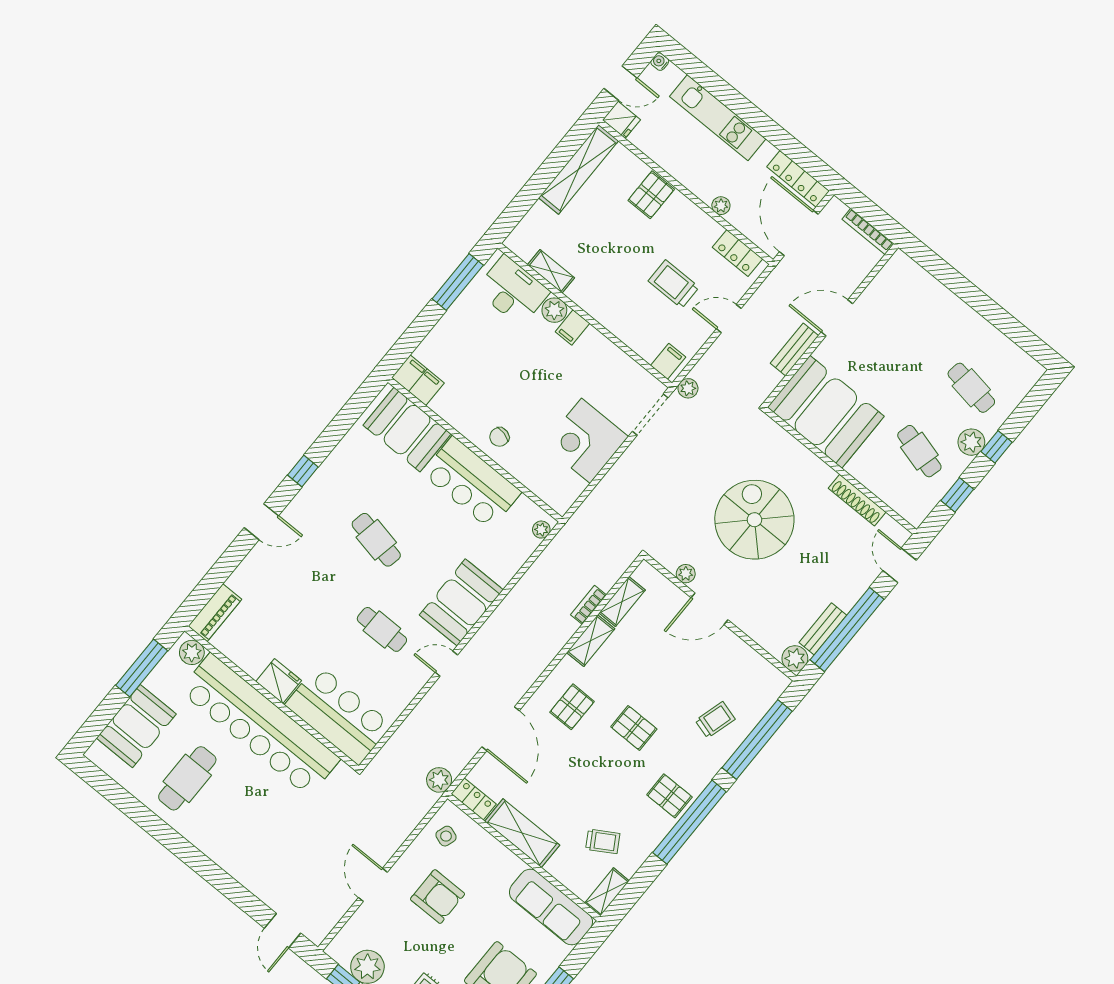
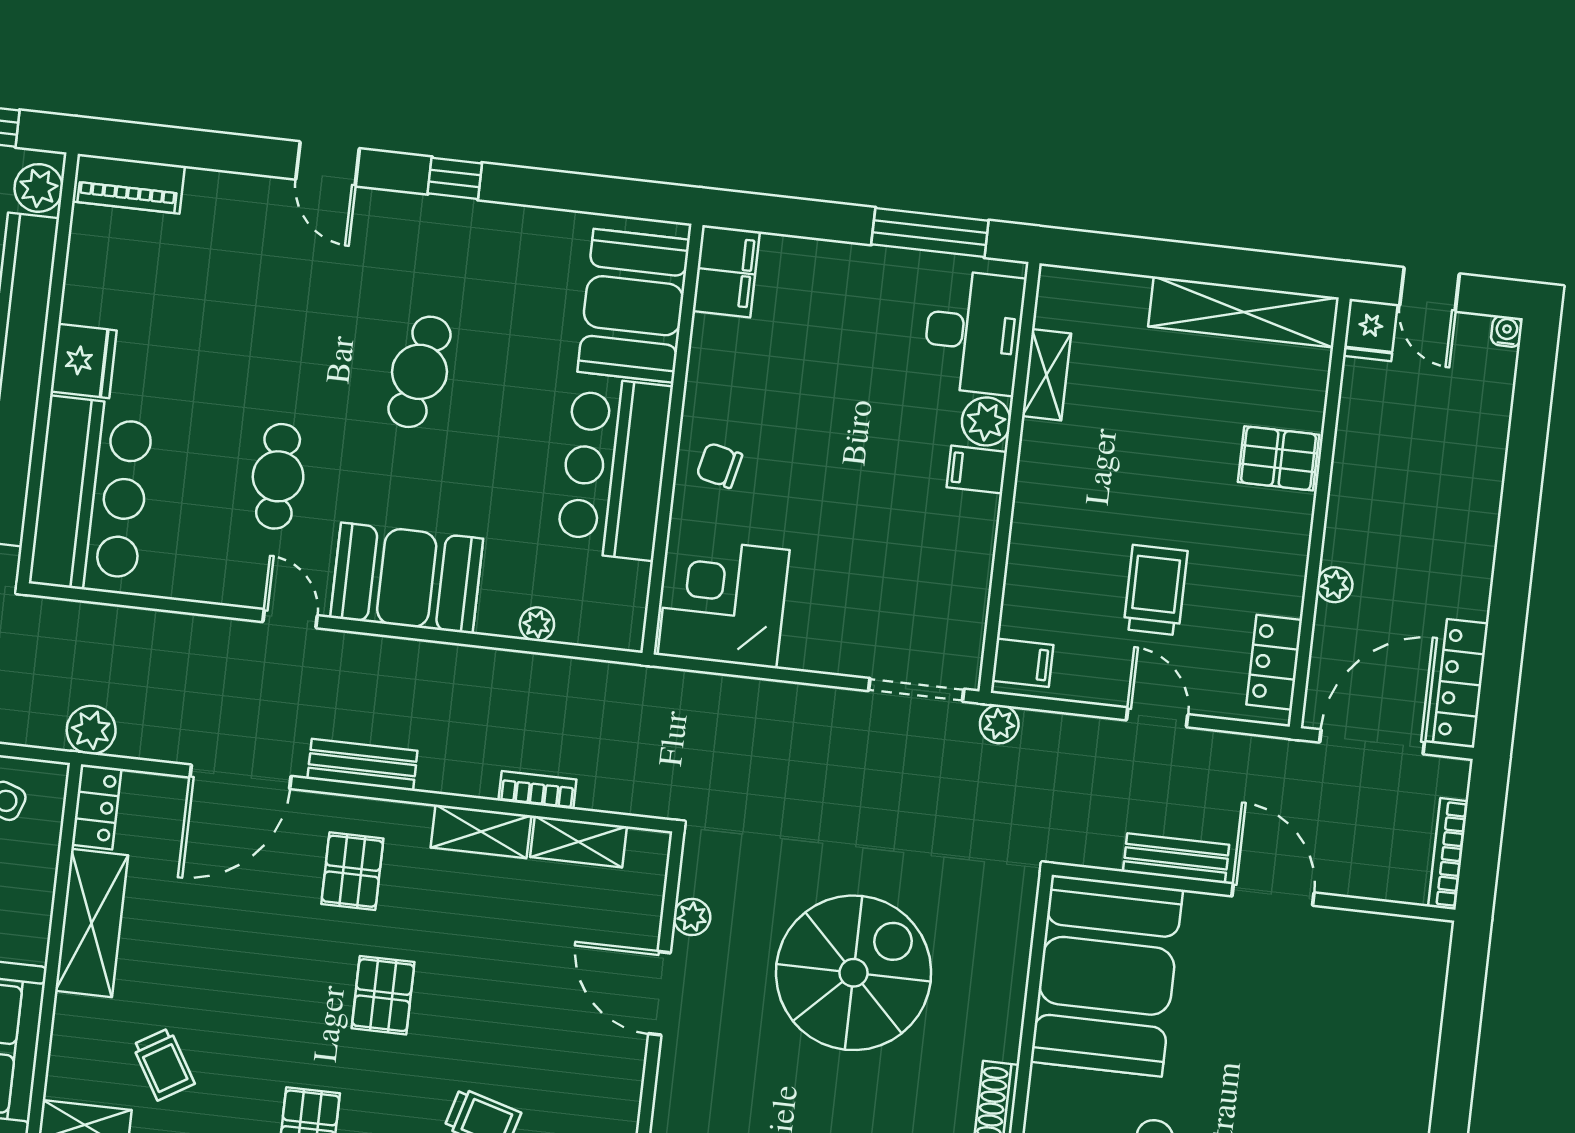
kitchen unit: (718, 118) -> (1476, 486), removed
corner desk: (586, 441) -> (724, 602), moved
plant: (541, 530) -> (537, 624), moved
bench: (529, 673) -> (362, 765), added
pallet: (572, 707) -> (352, 871), turned 90

